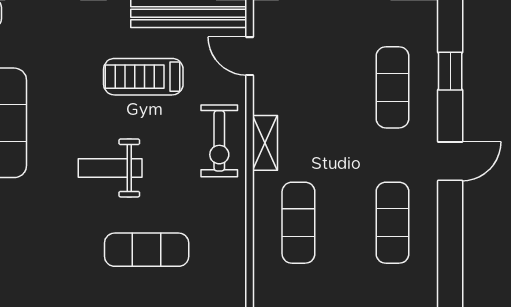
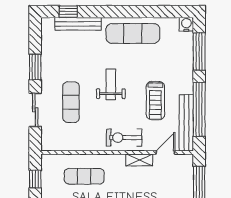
treadmill: (143, 77) -> (155, 101), turned 180
shelving: (265, 143) -> (139, 160), moved

